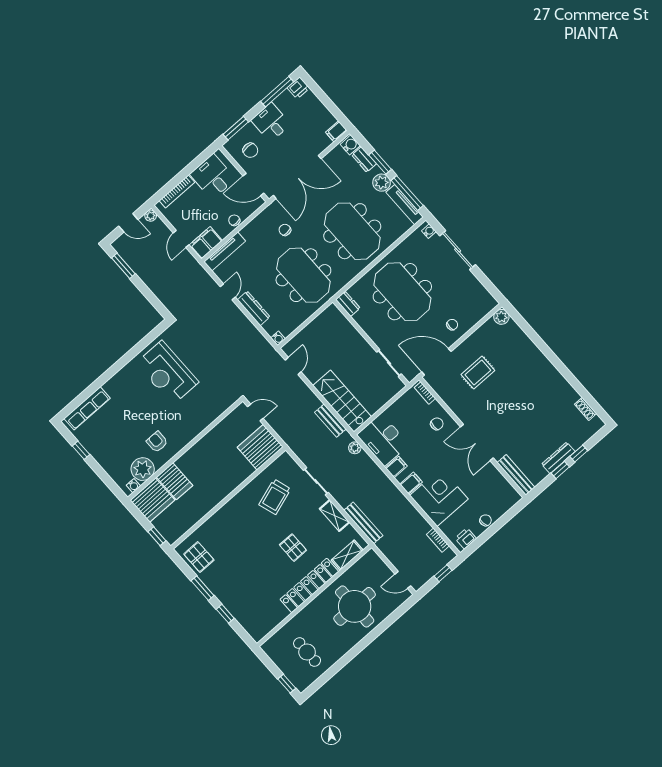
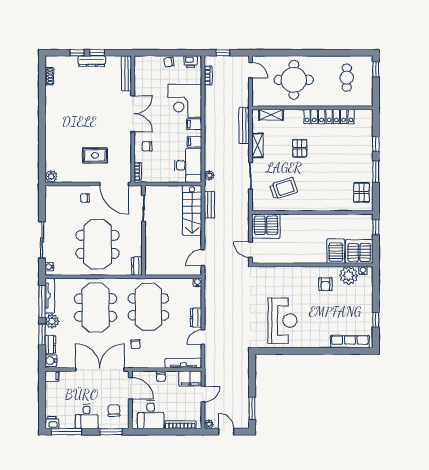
dresser: (254, 308) -> (196, 318), width x0.70
locker: (309, 585) -> (329, 117), moved

